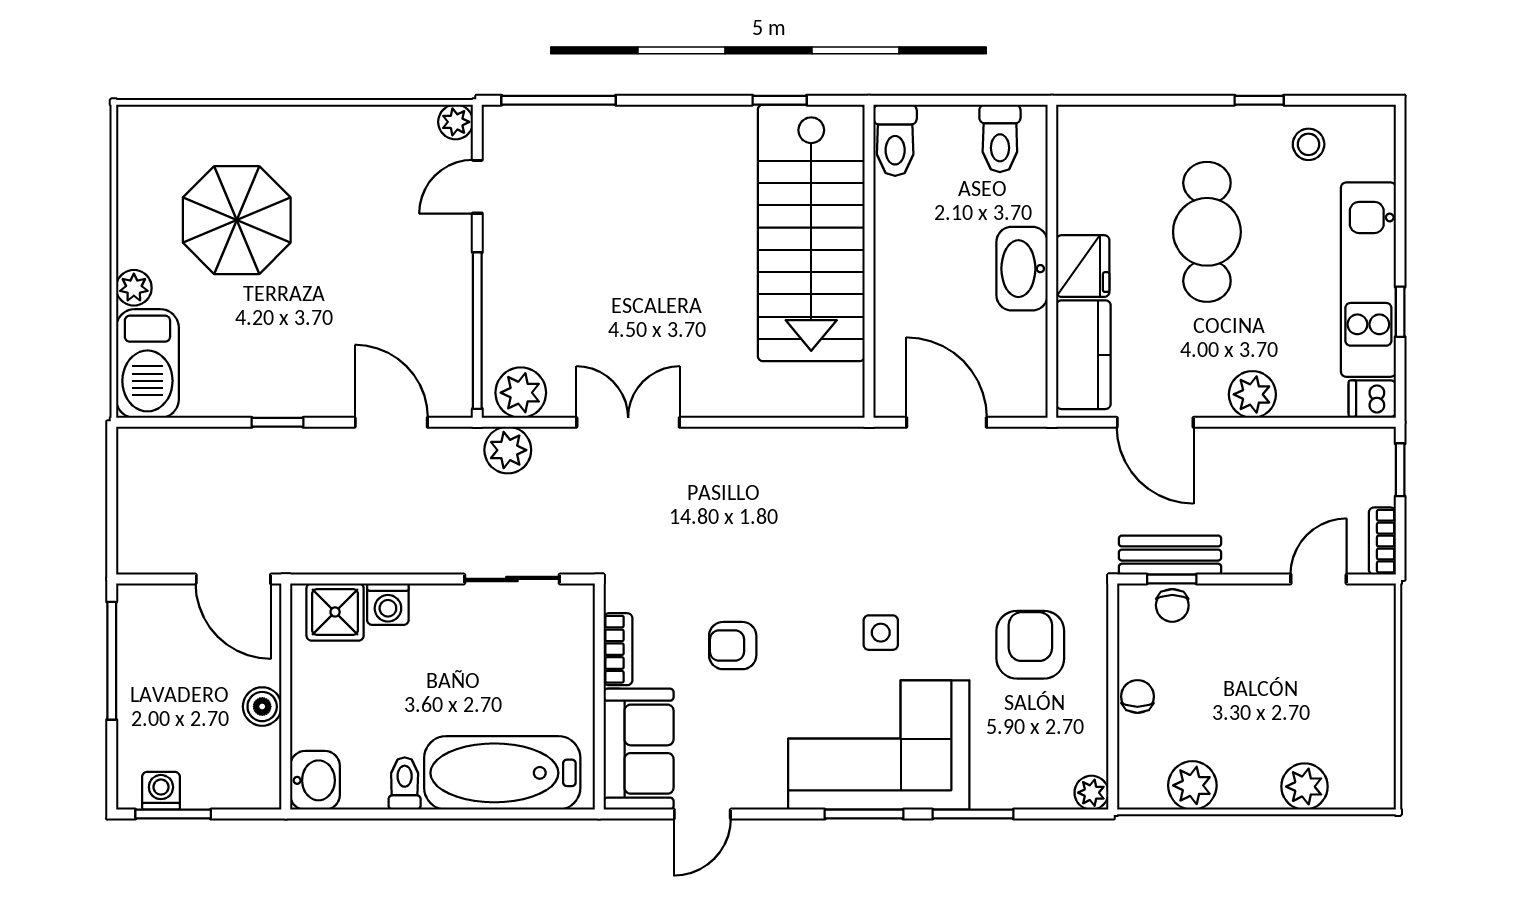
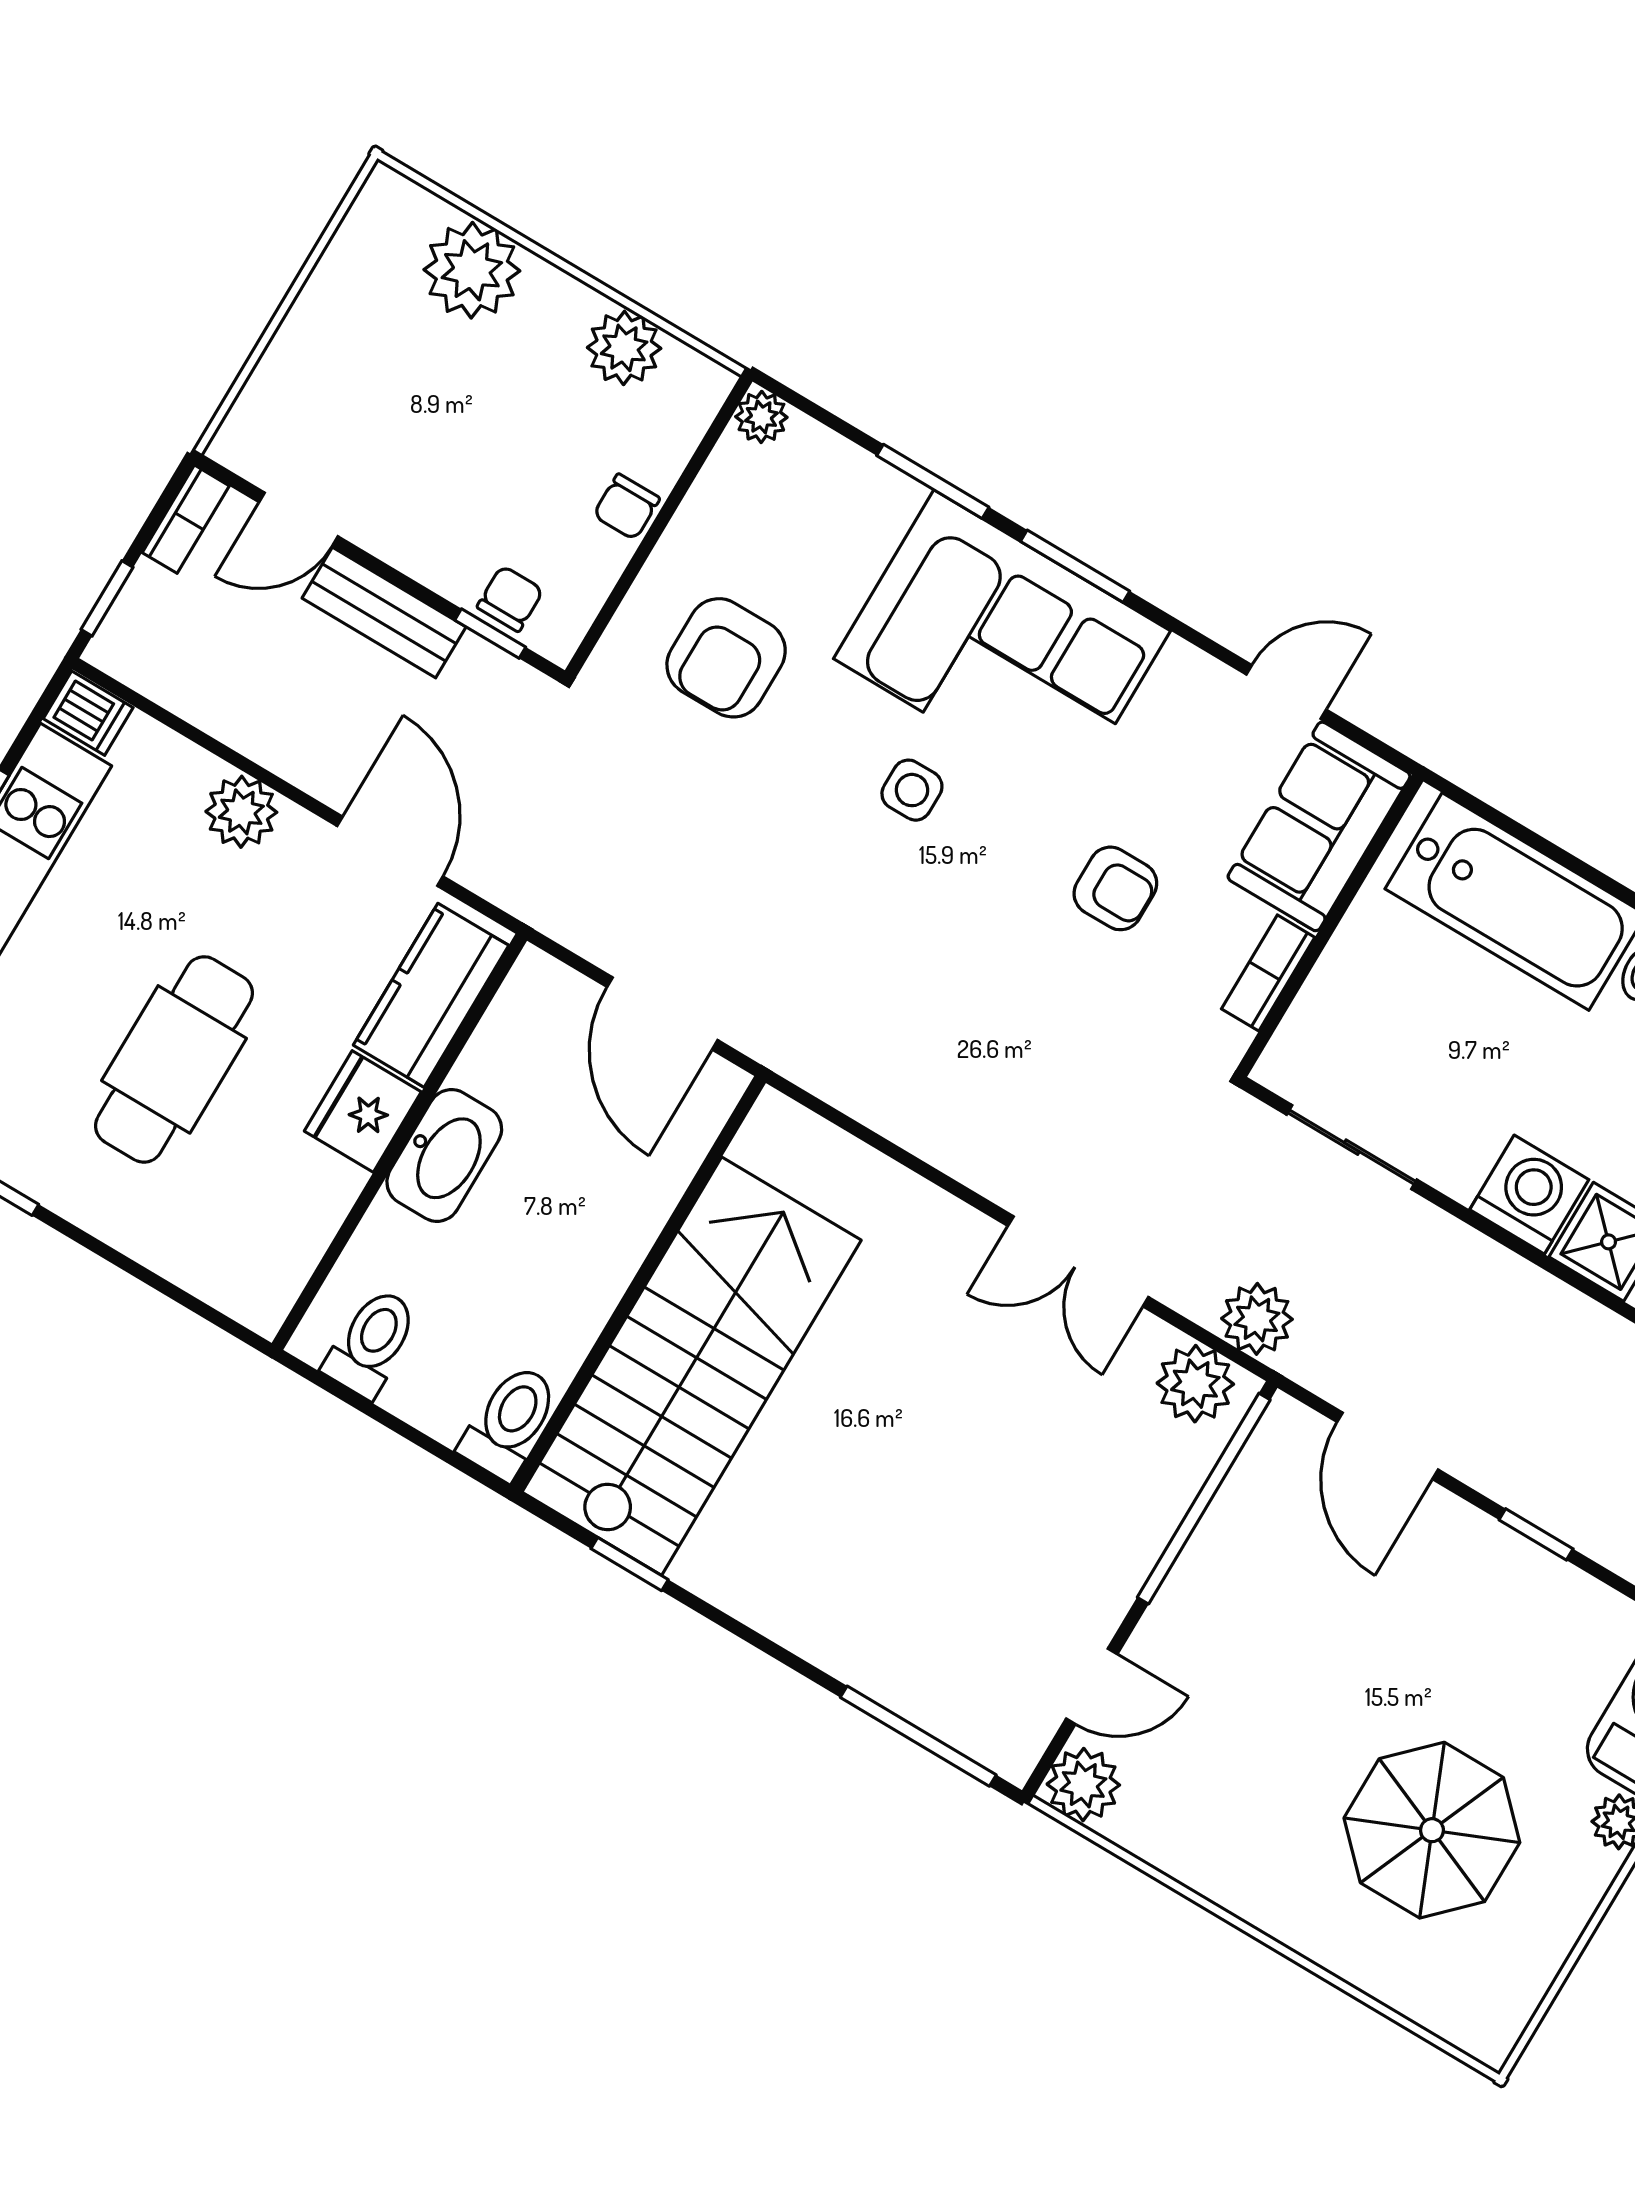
plant: (456, 122) -> (1083, 1785), width x1.38, depth x1.38
bench: (1170, 555) -> (384, 613), moved
washing machine: (388, 604) -> (1529, 1195), width x1.38, depth x1.38
plant: (1305, 787) -> (472, 270), width x1.36, depth x1.36

